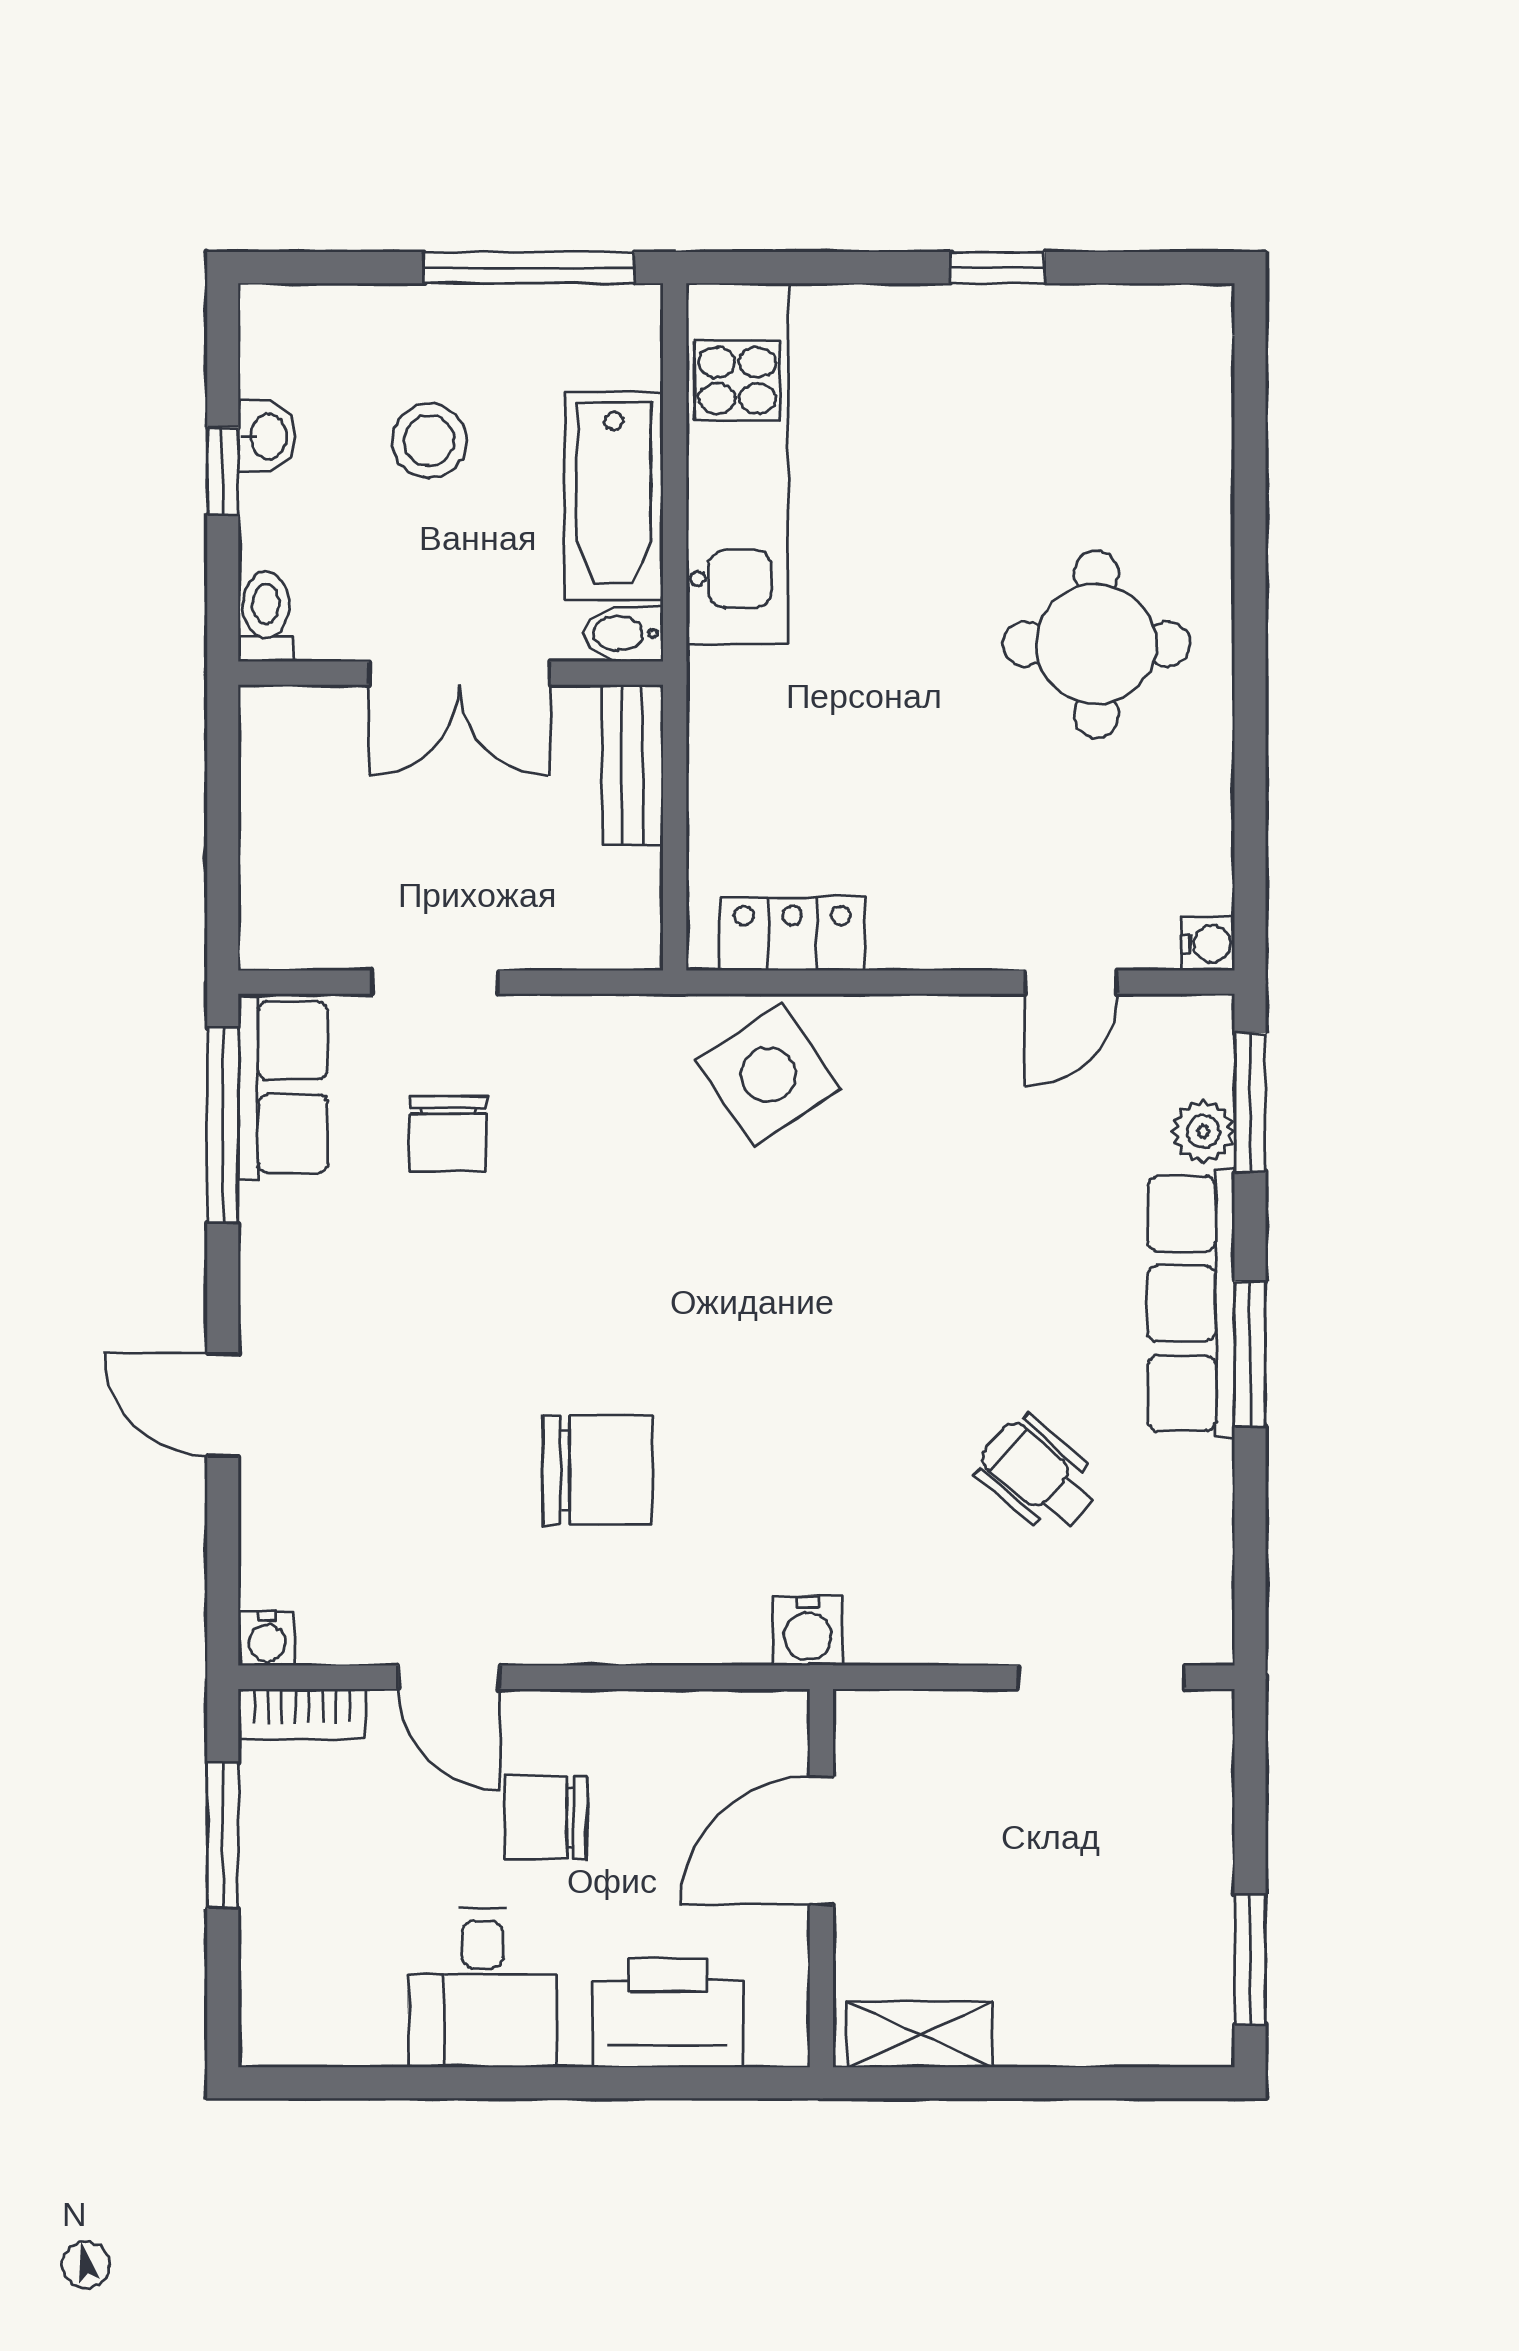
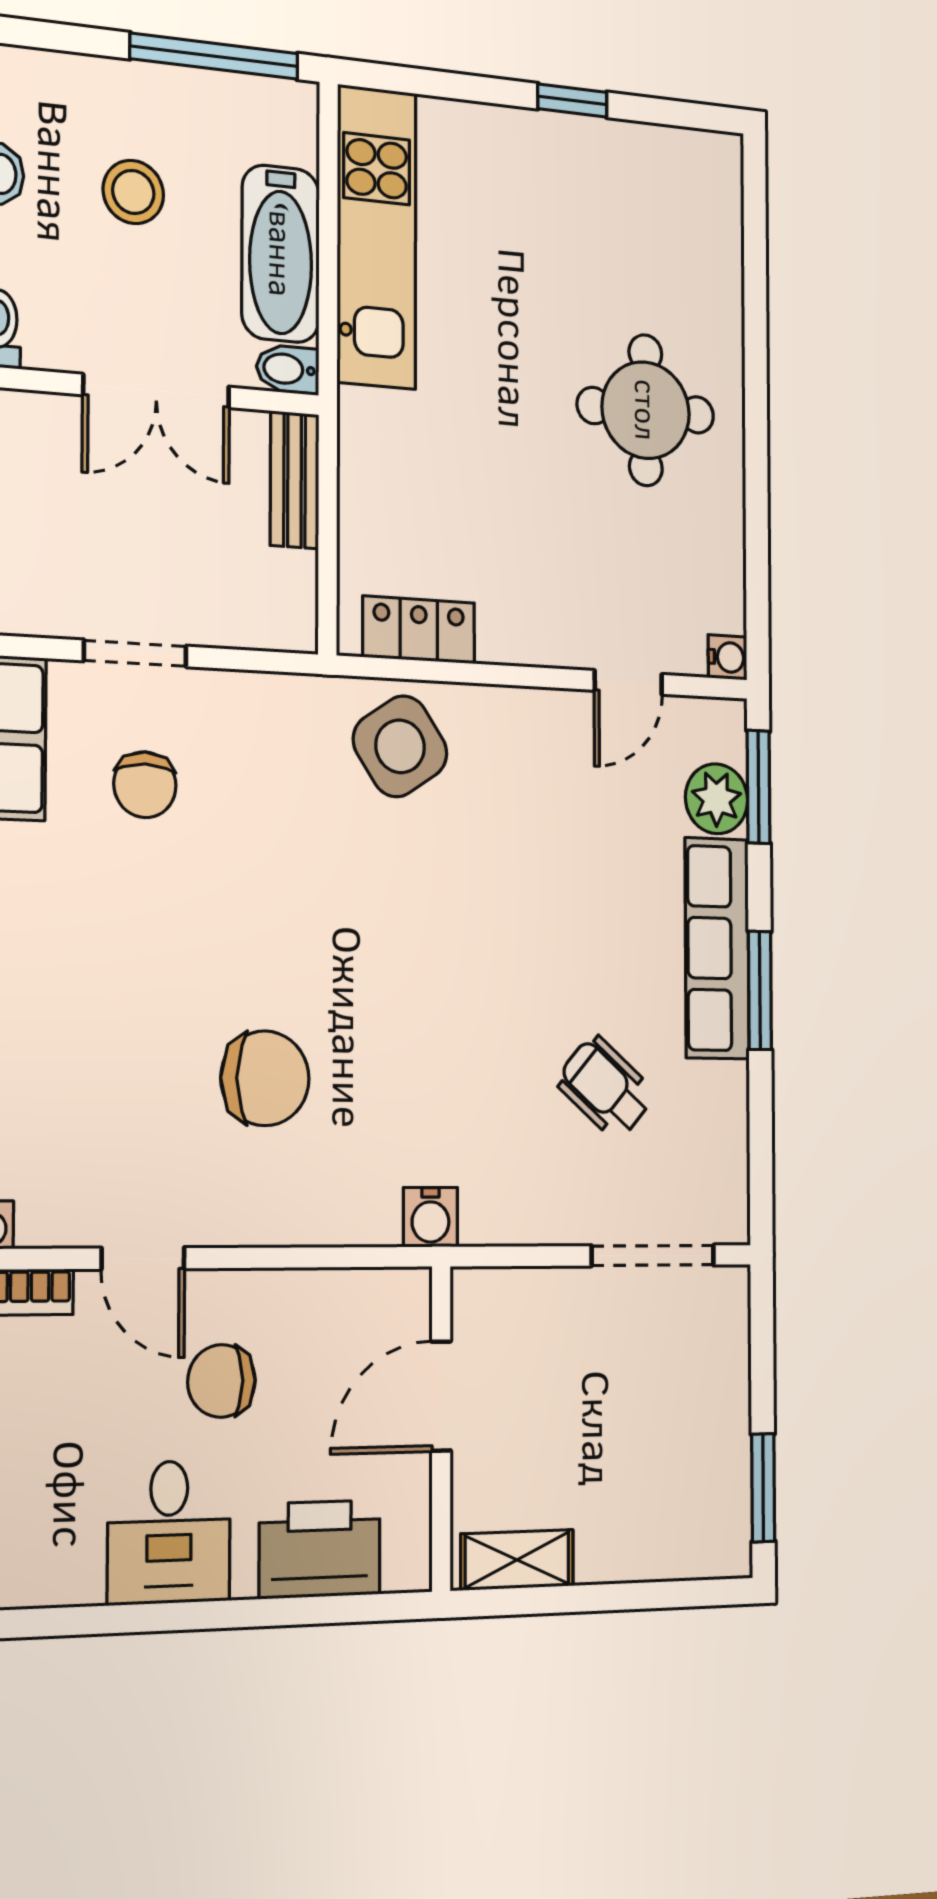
plant: (1203, 1131) -> (717, 799), width x1.38, depth x1.38

